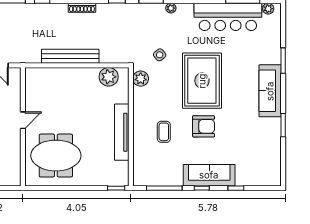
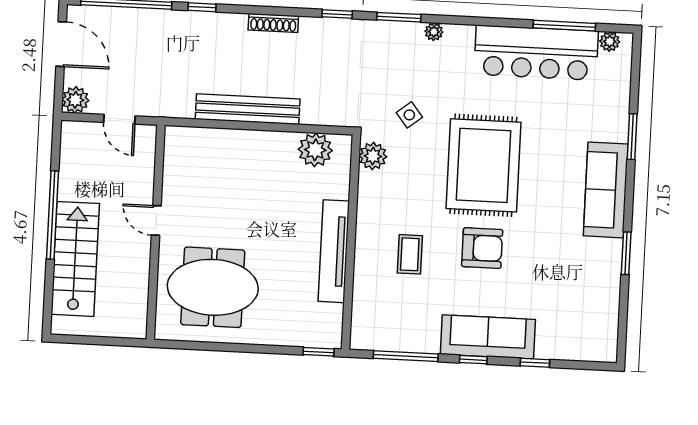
door: (23, 120) -> (156, 221), swing flipped

